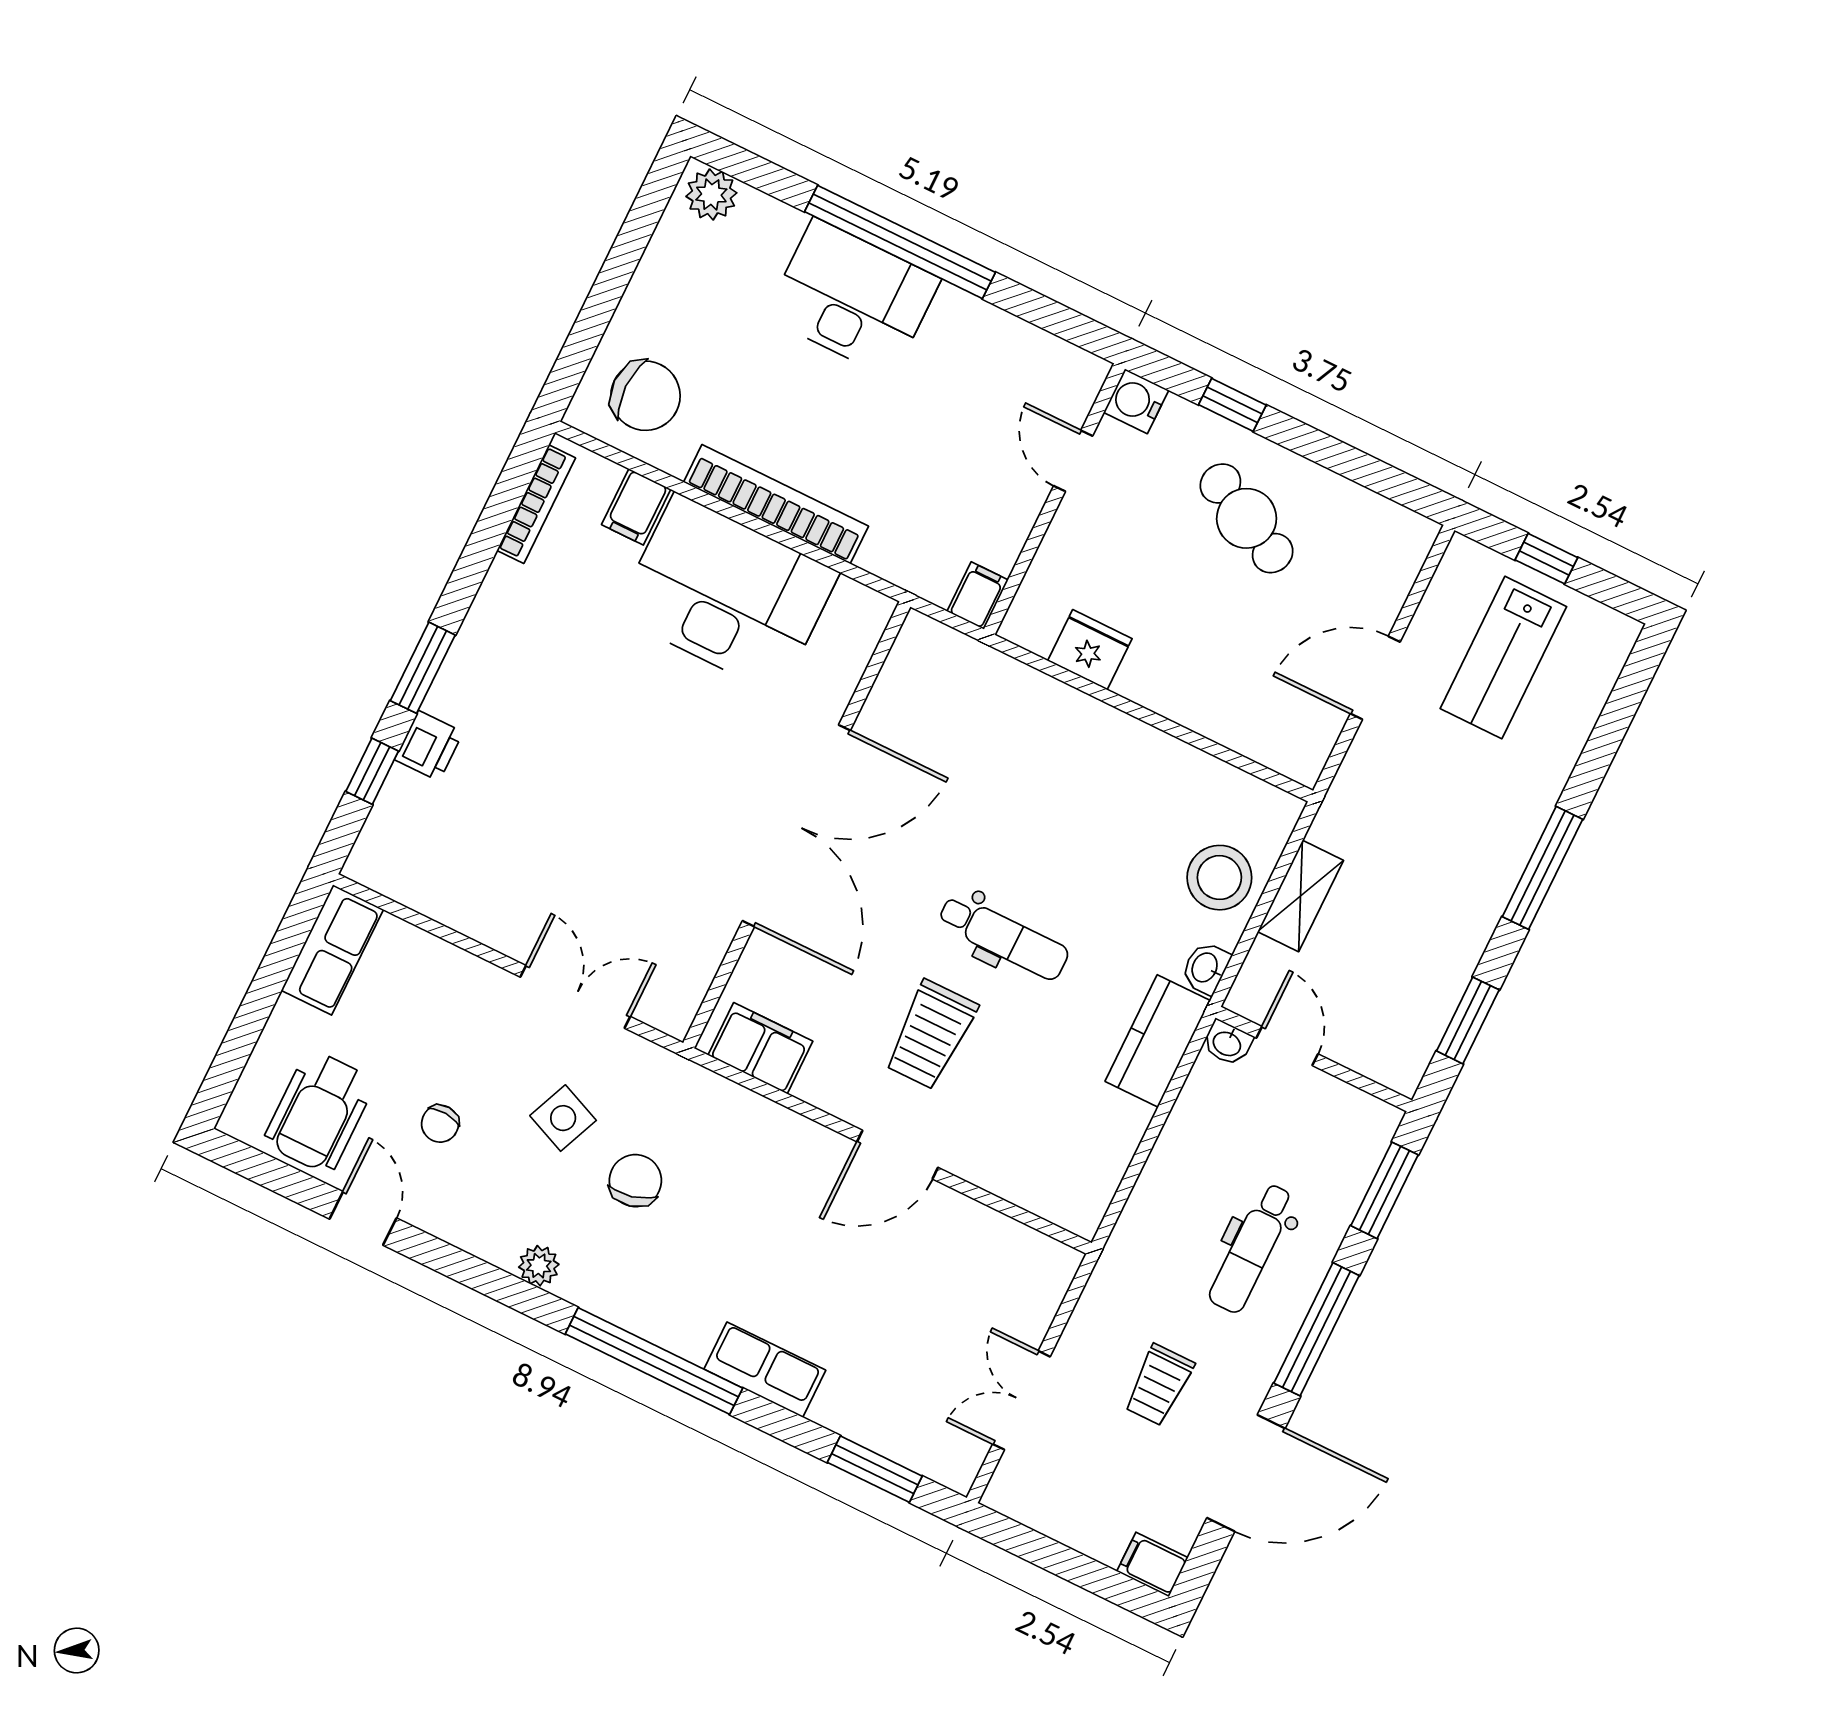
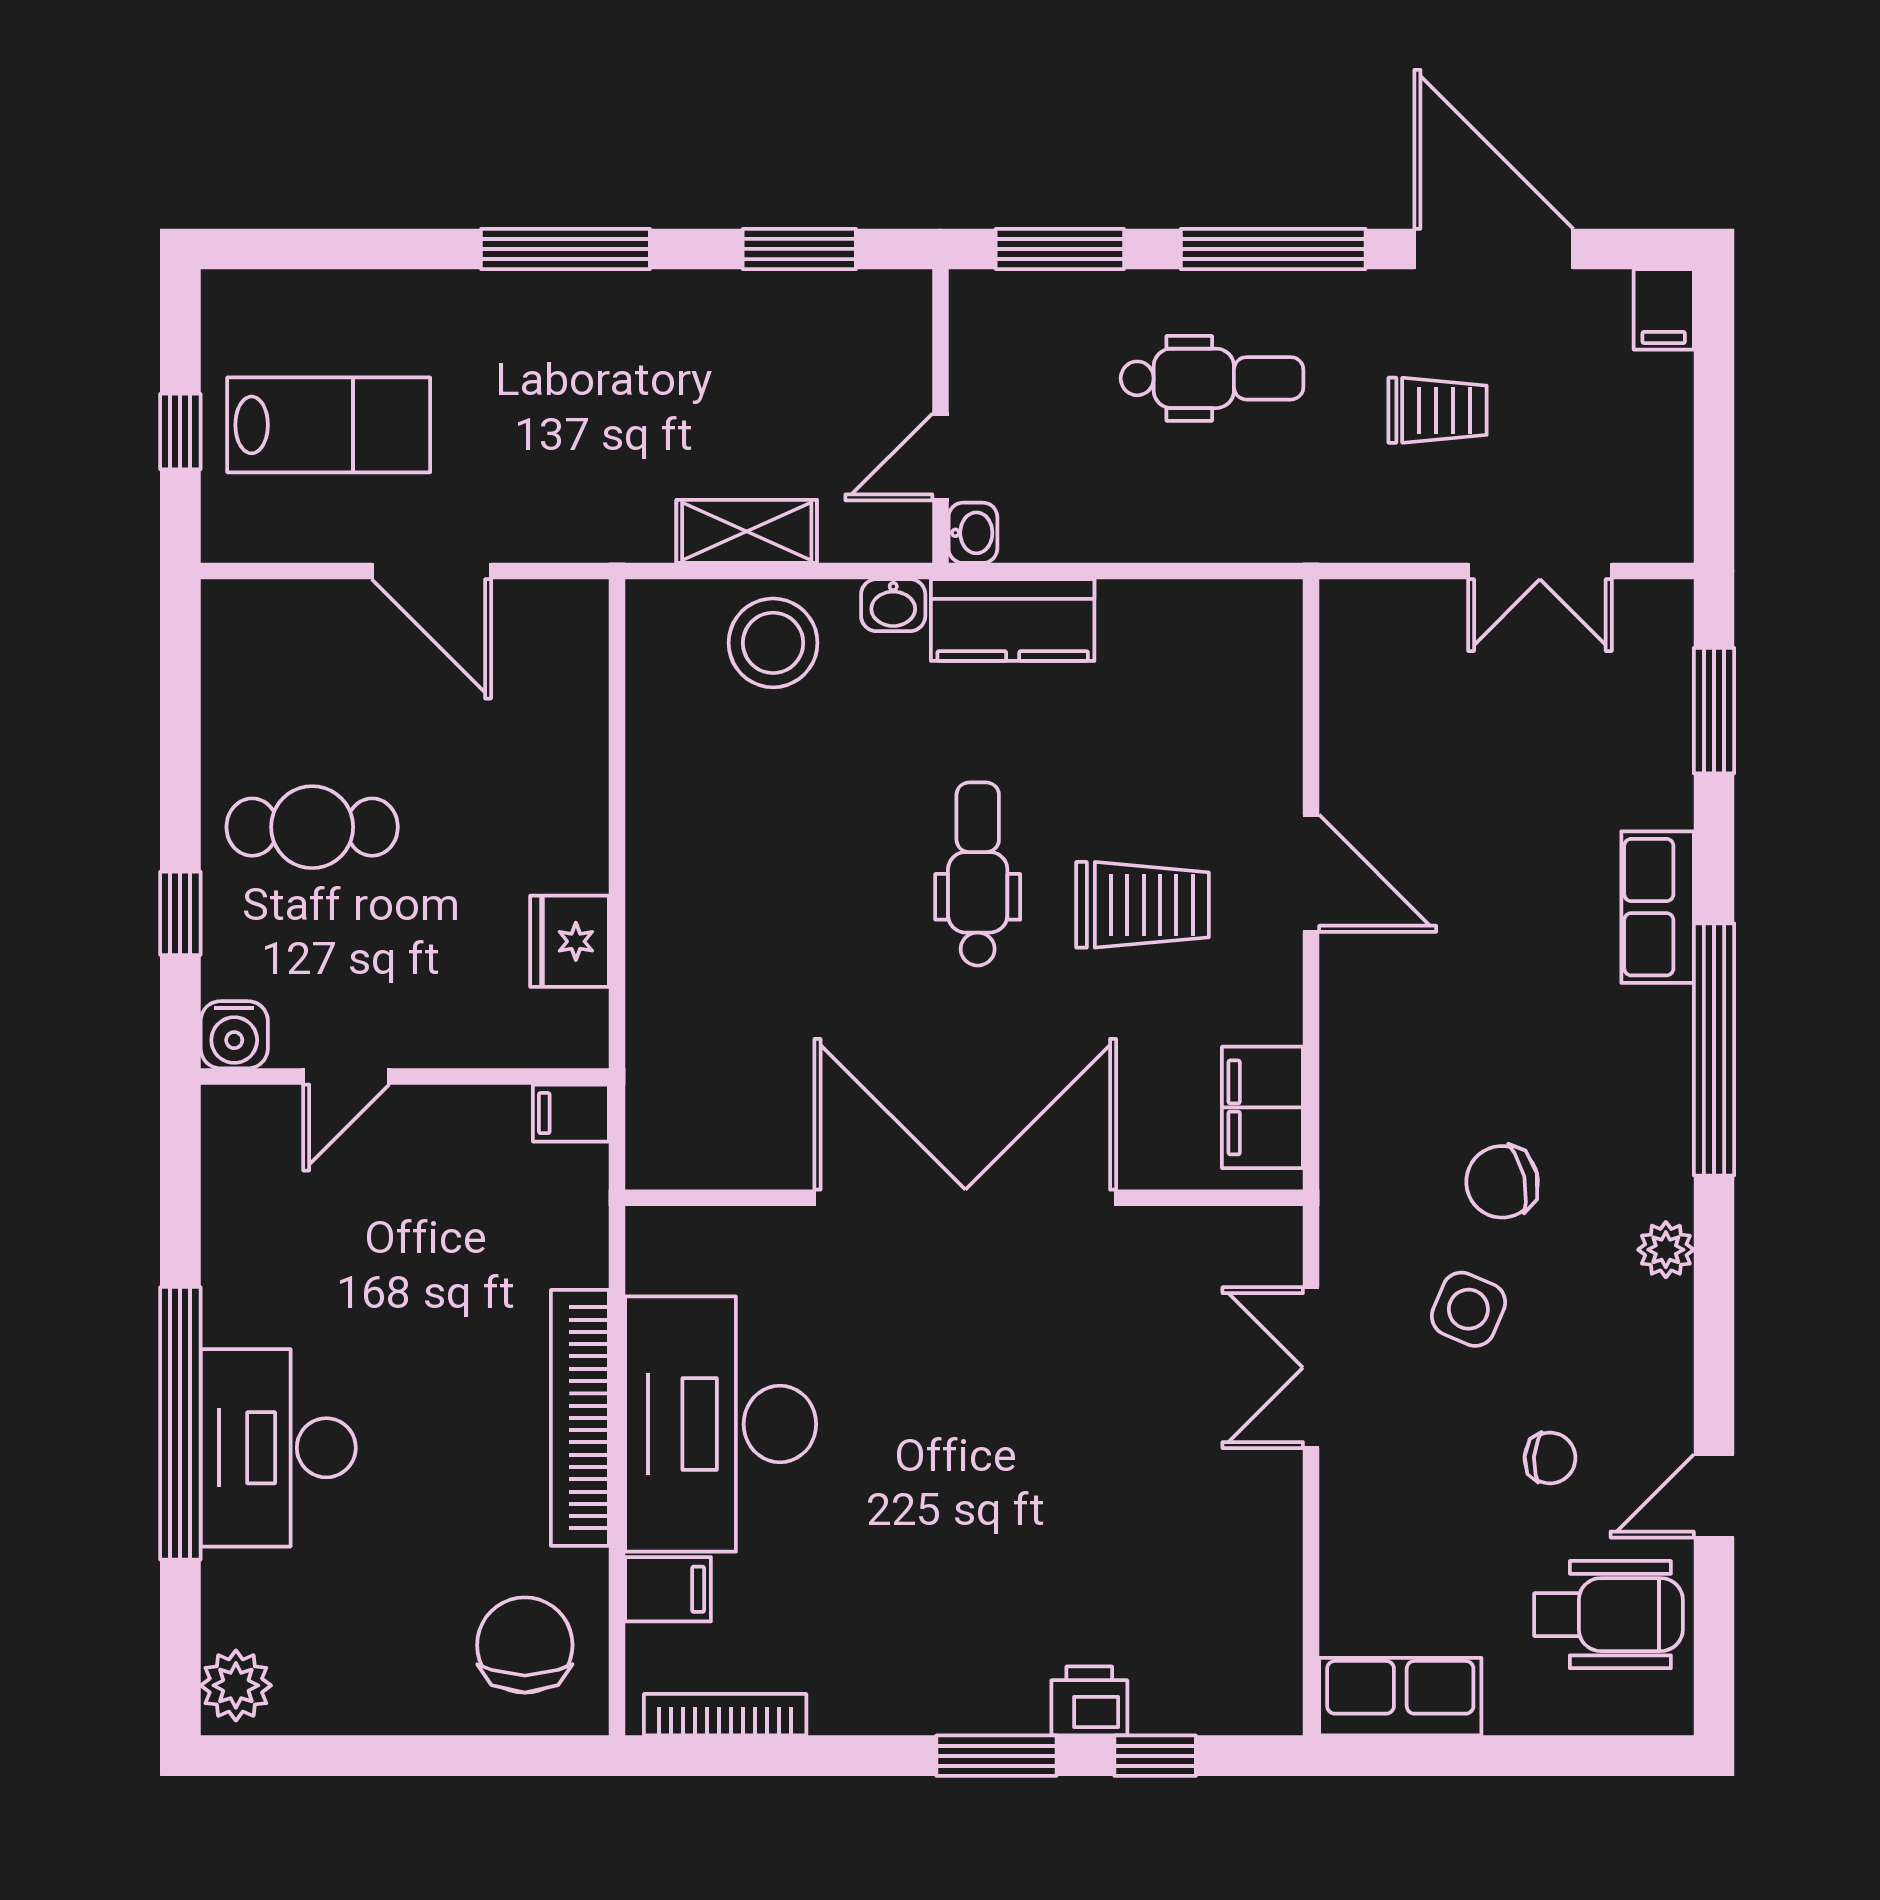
cafe table: (1247, 518) -> (312, 827), turned 63

